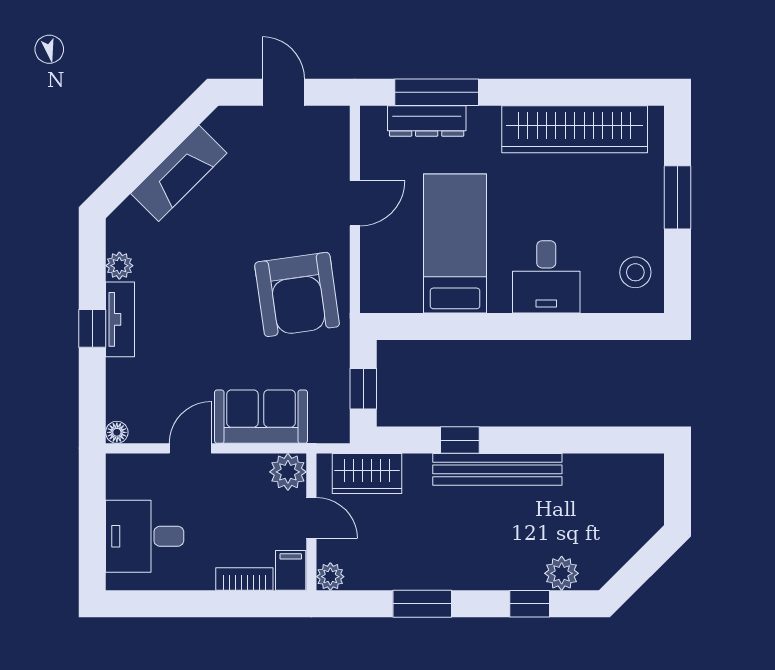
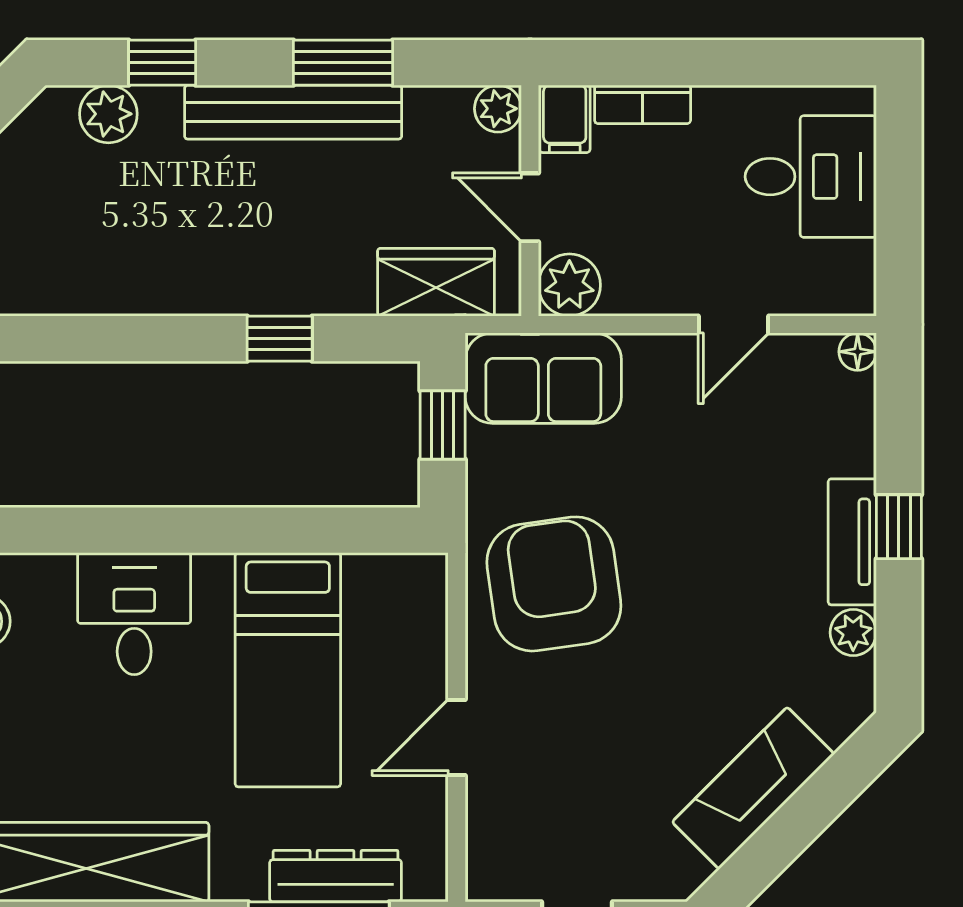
sofa: (261, 417) -> (543, 378), moved
bench: (497, 469) -> (293, 112), moved

